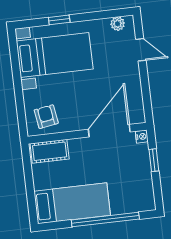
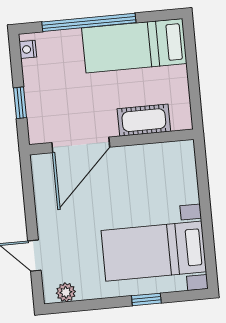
armchair: (46, 117) -> (167, 166), removed
nightstand: (142, 137) -> (28, 49), moved
cot: (50, 151) -> (144, 120), moved

